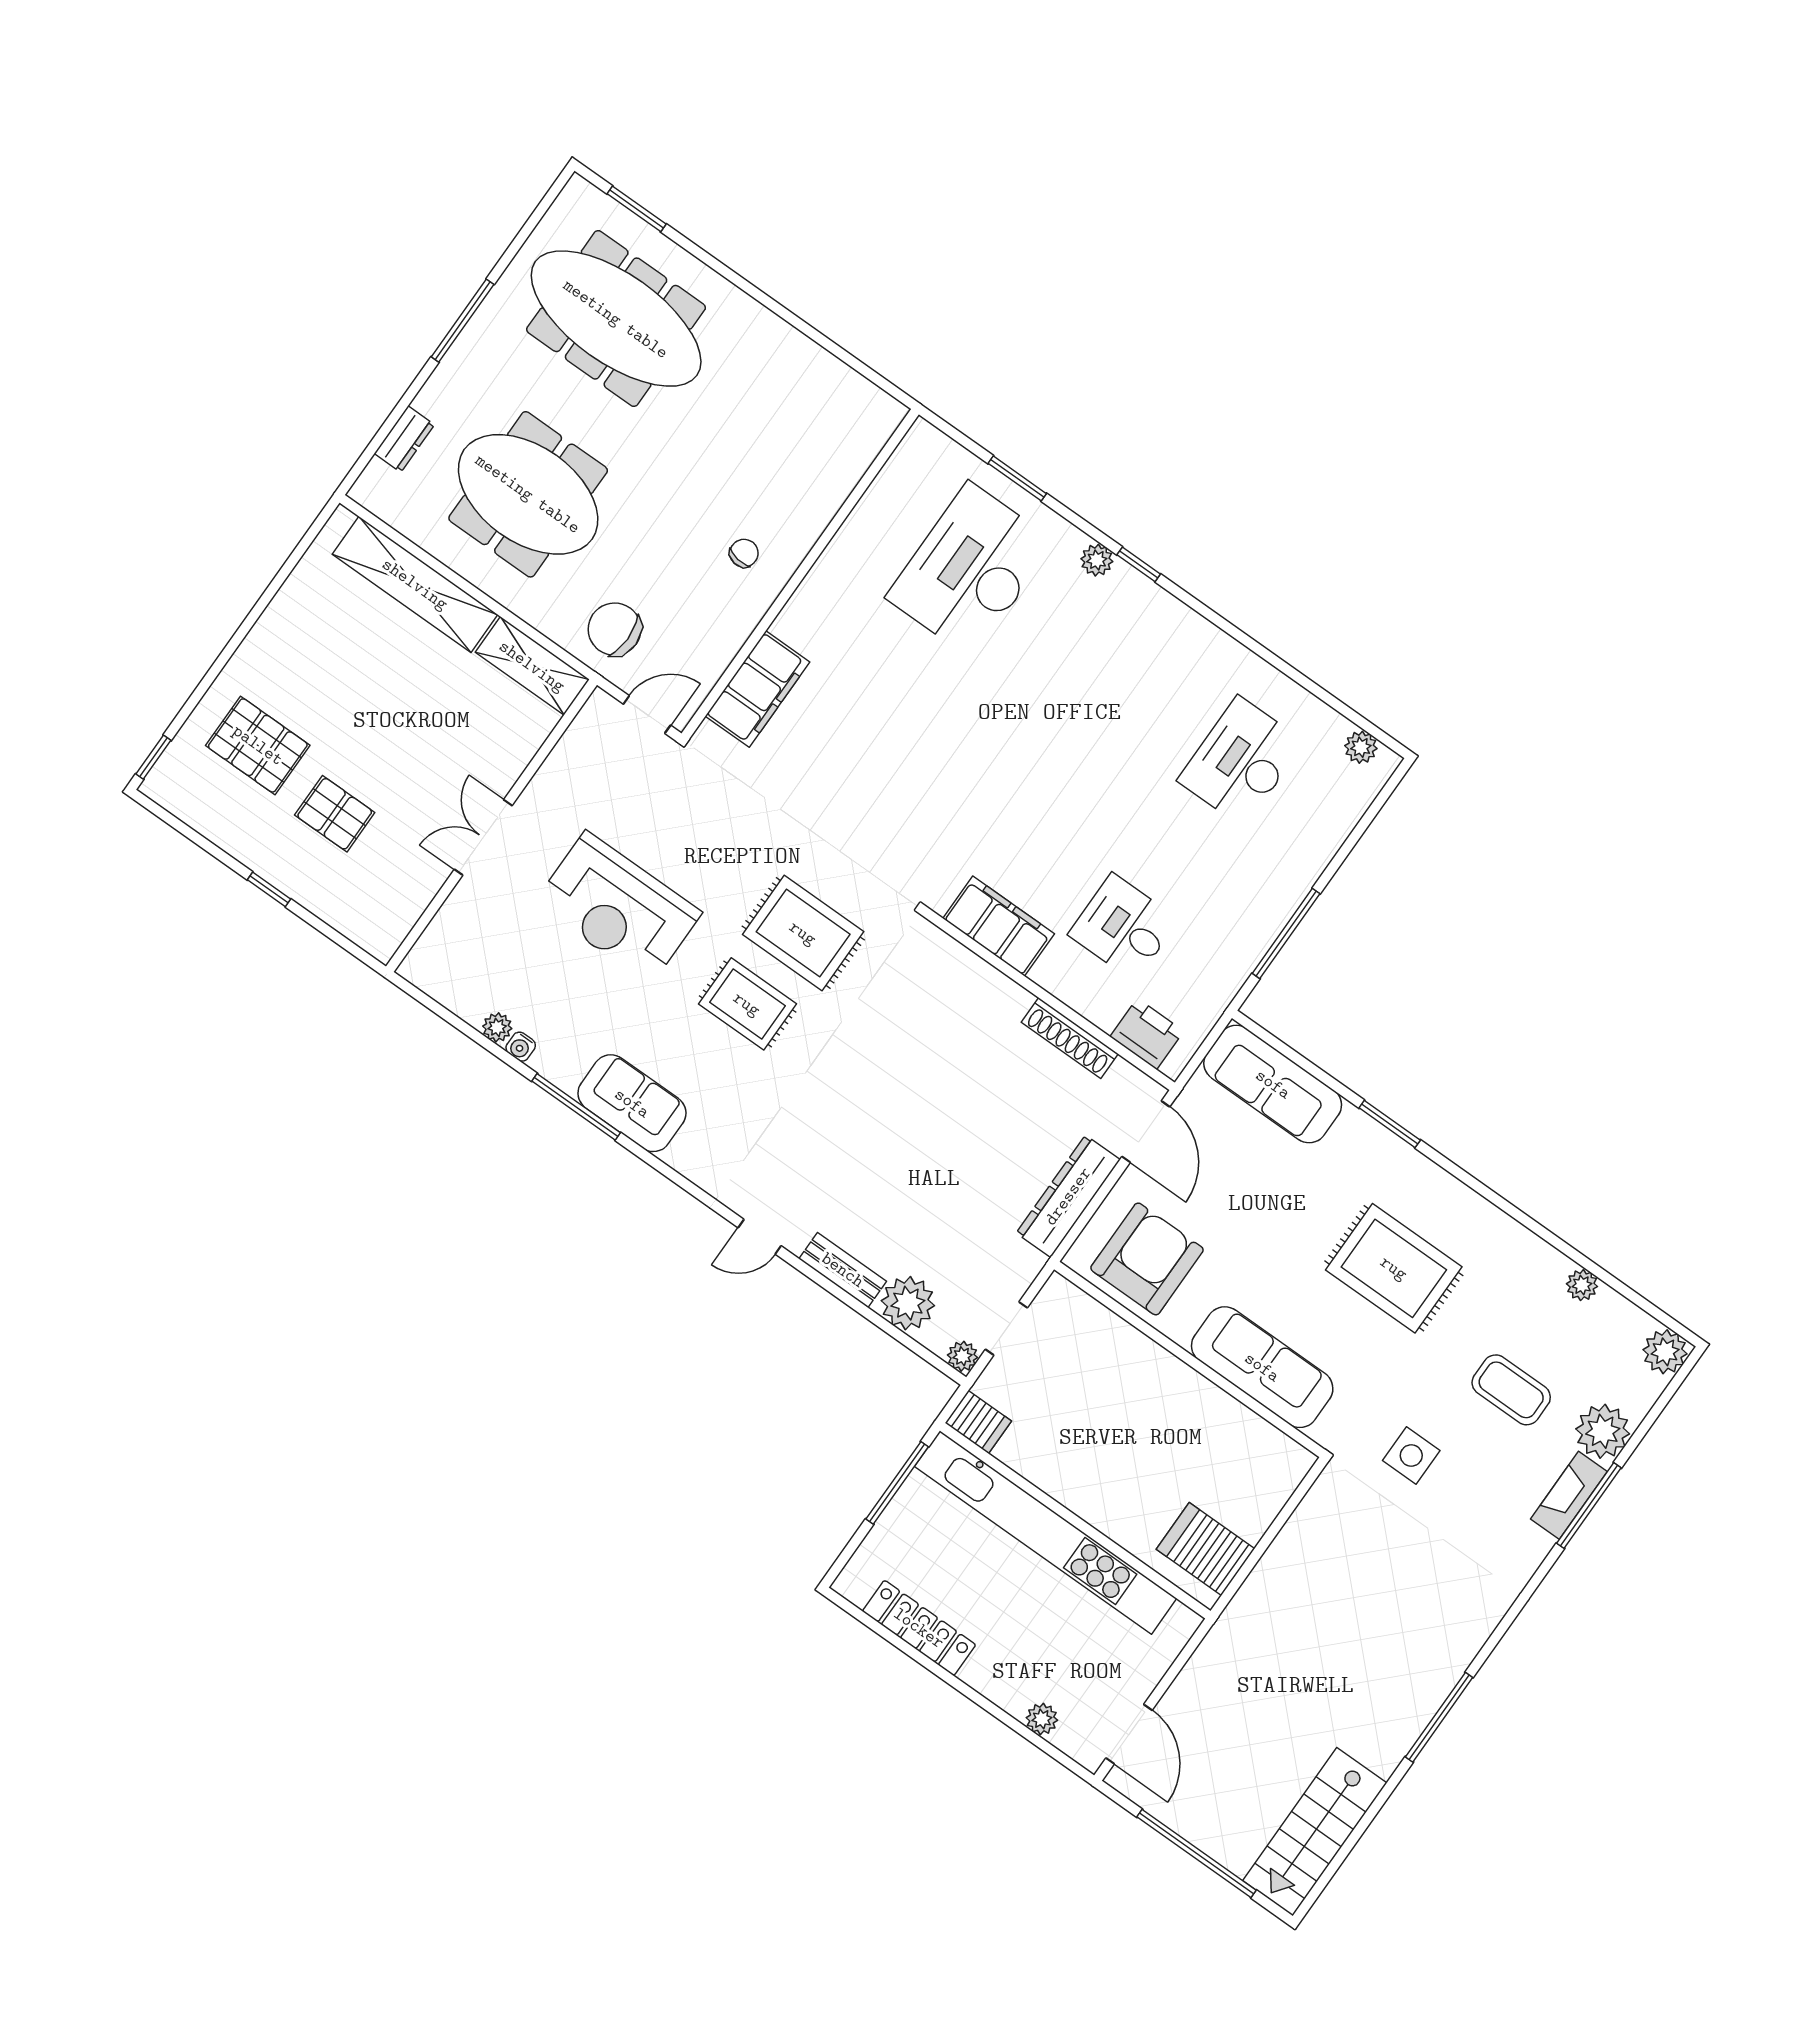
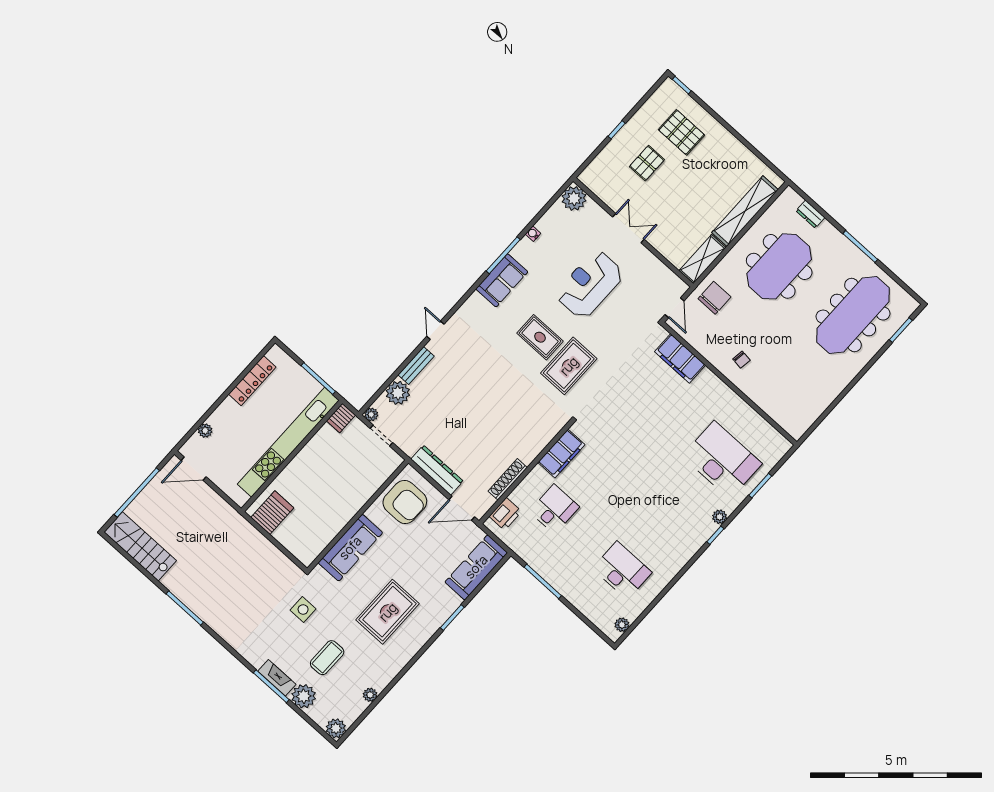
pallet: (258, 745) -> (681, 132), turned 90
rug: (747, 1004) -> (540, 337), turned 90
plant: (497, 1027) -> (574, 198), moved, width x1.88, depth x1.88

